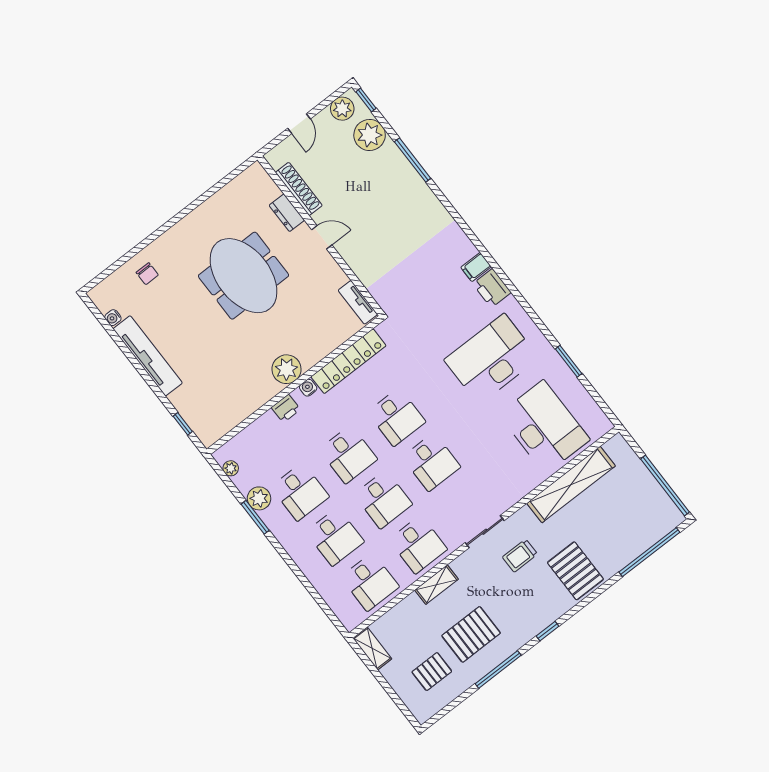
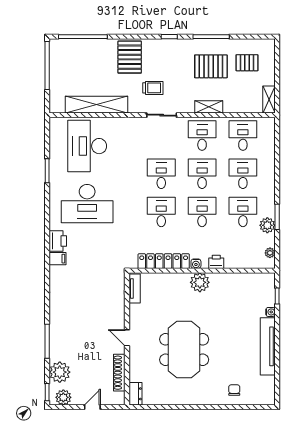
dresser: (287, 213) -> (135, 394), moved
water cooler: (113, 318) -> (270, 312), moved

